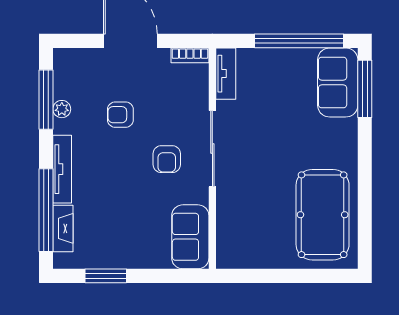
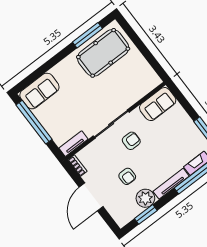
window: (365, 89) -> (88, 35), moved
window: (46, 100) -> (146, 214), width x0.69
plant: (62, 109) -> (145, 198), width x1.87, depth x1.87

